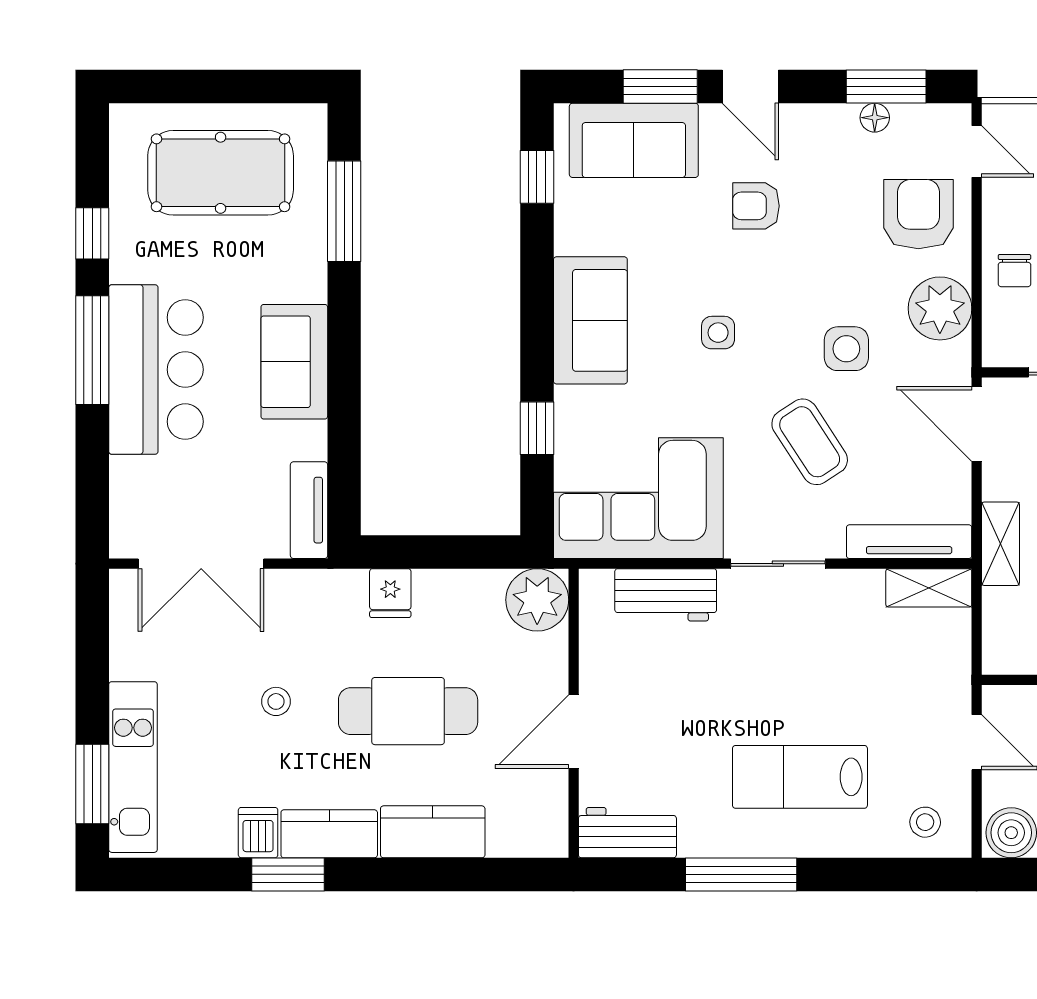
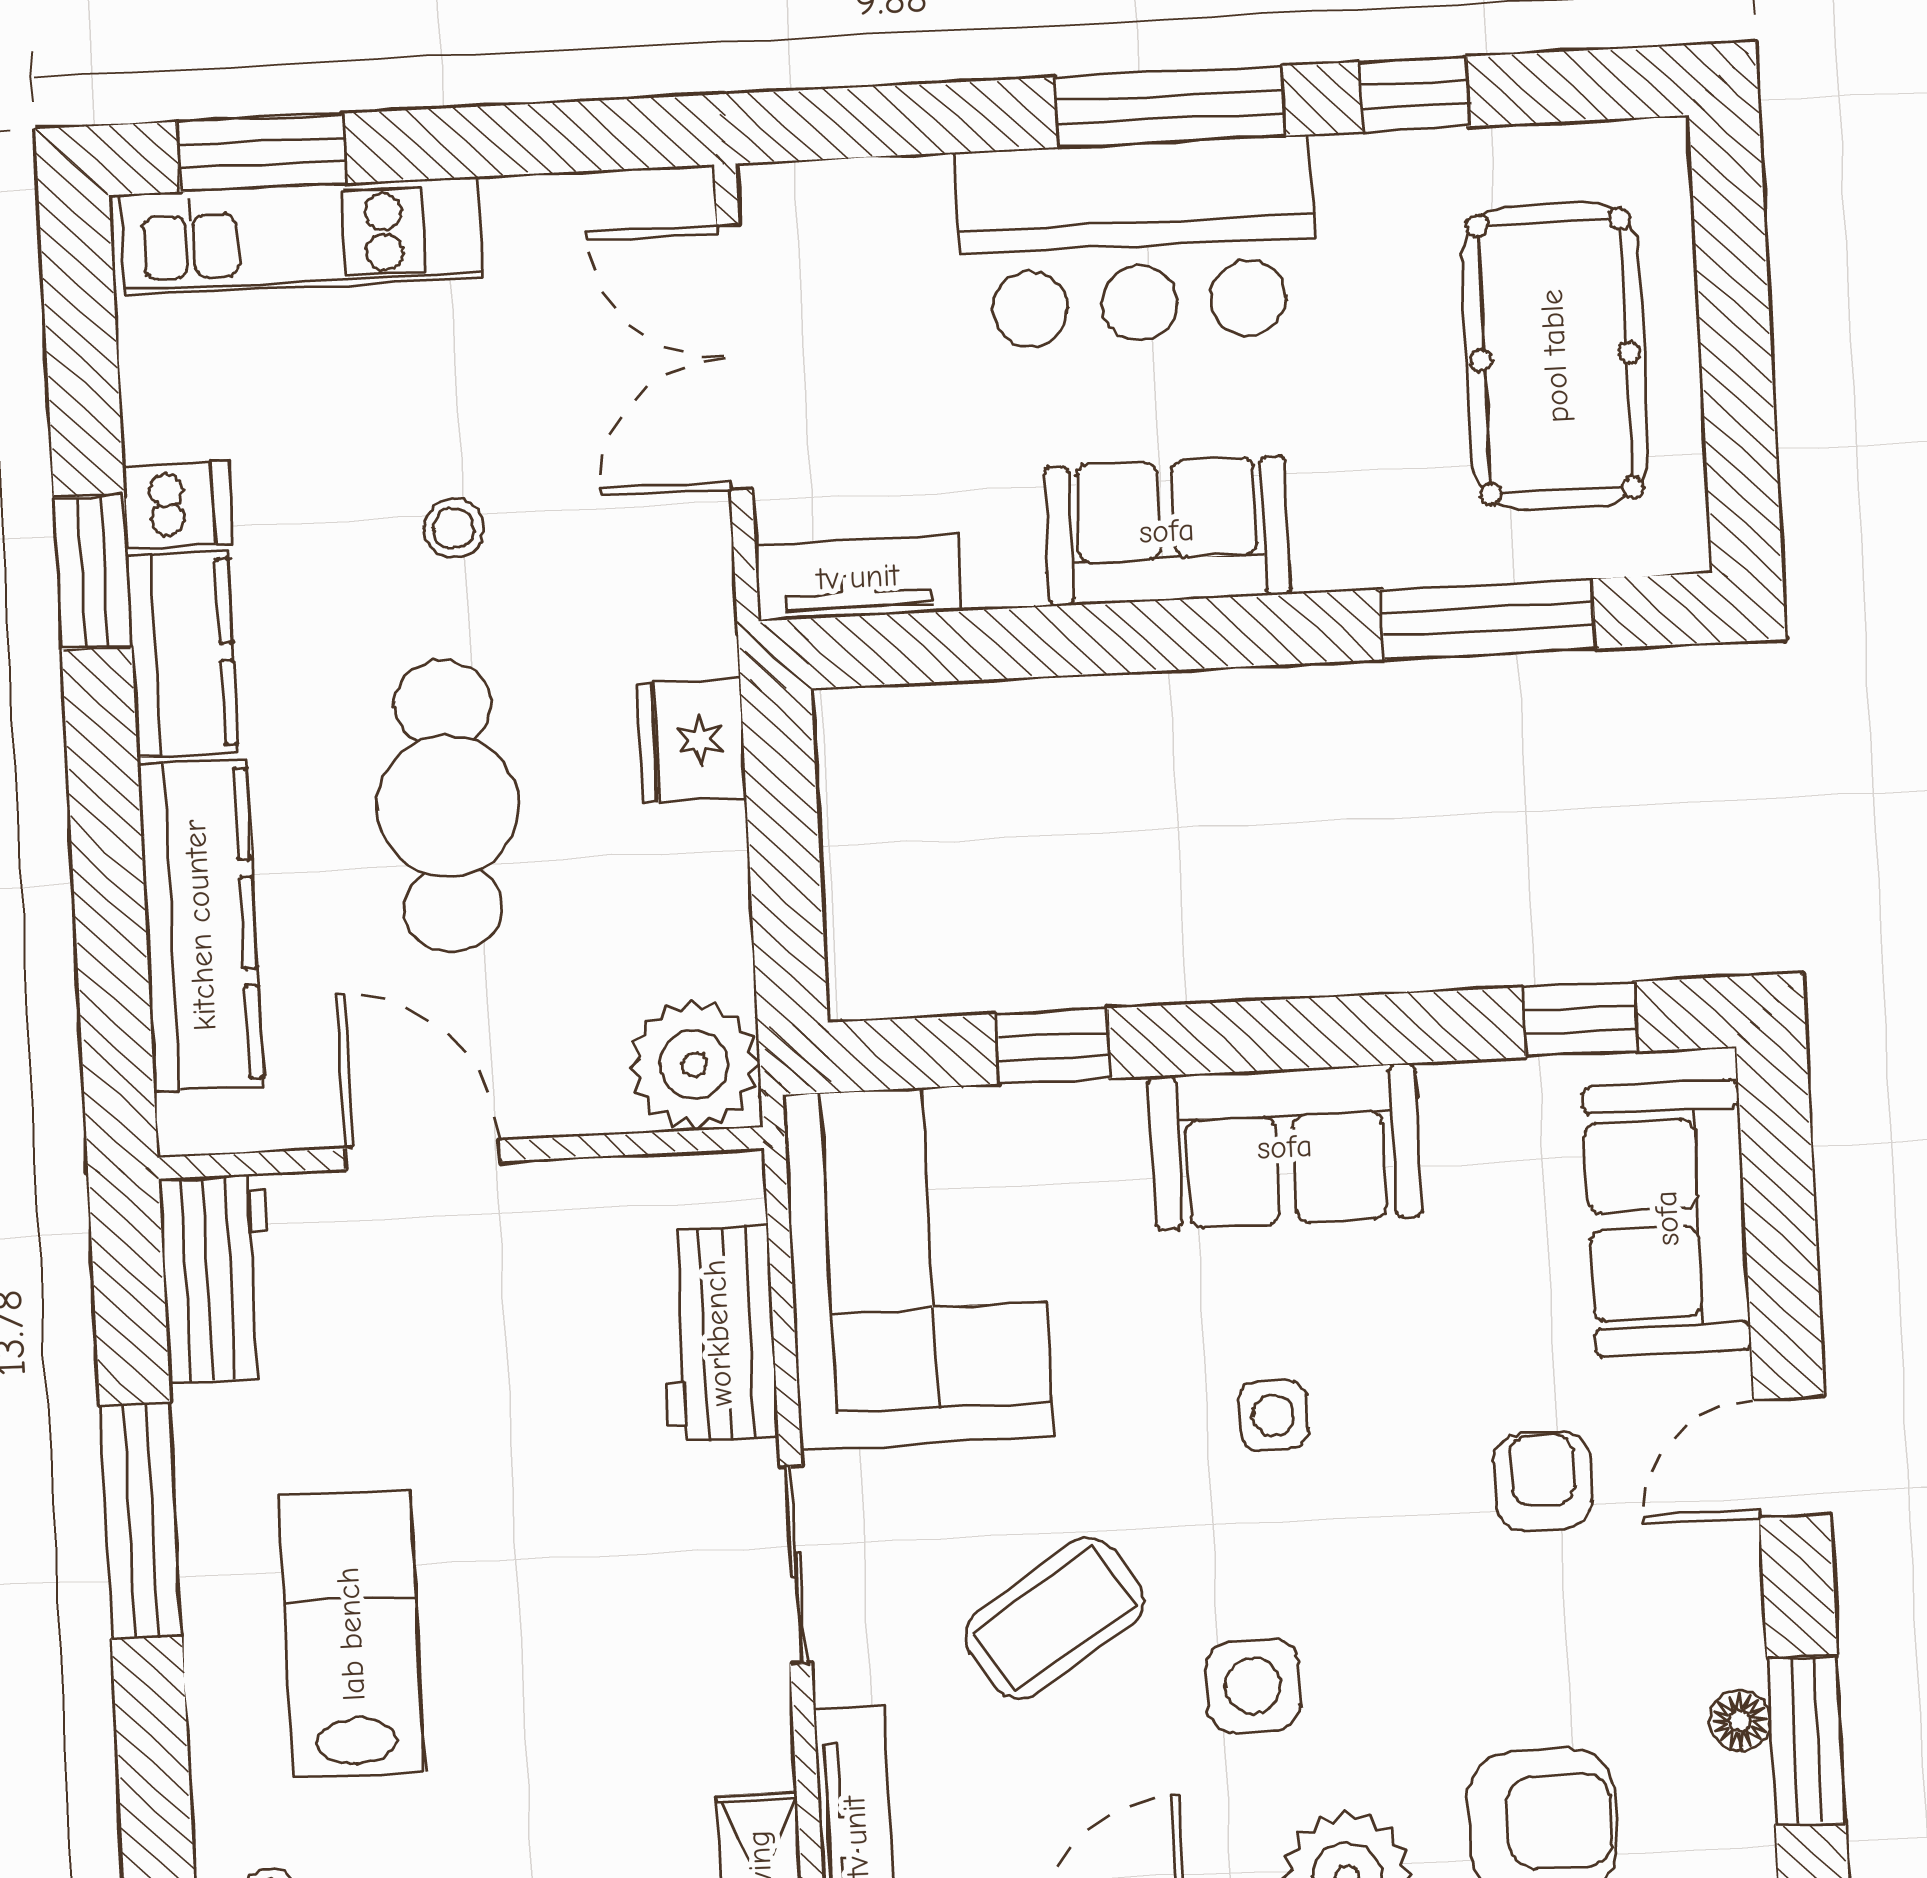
window: (660, 87) -> (1782, 1268), removed
fridge: (390, 593) -> (692, 740), width x1.38
kitchen counter: (433, 832) -> (200, 925), width x1.50

